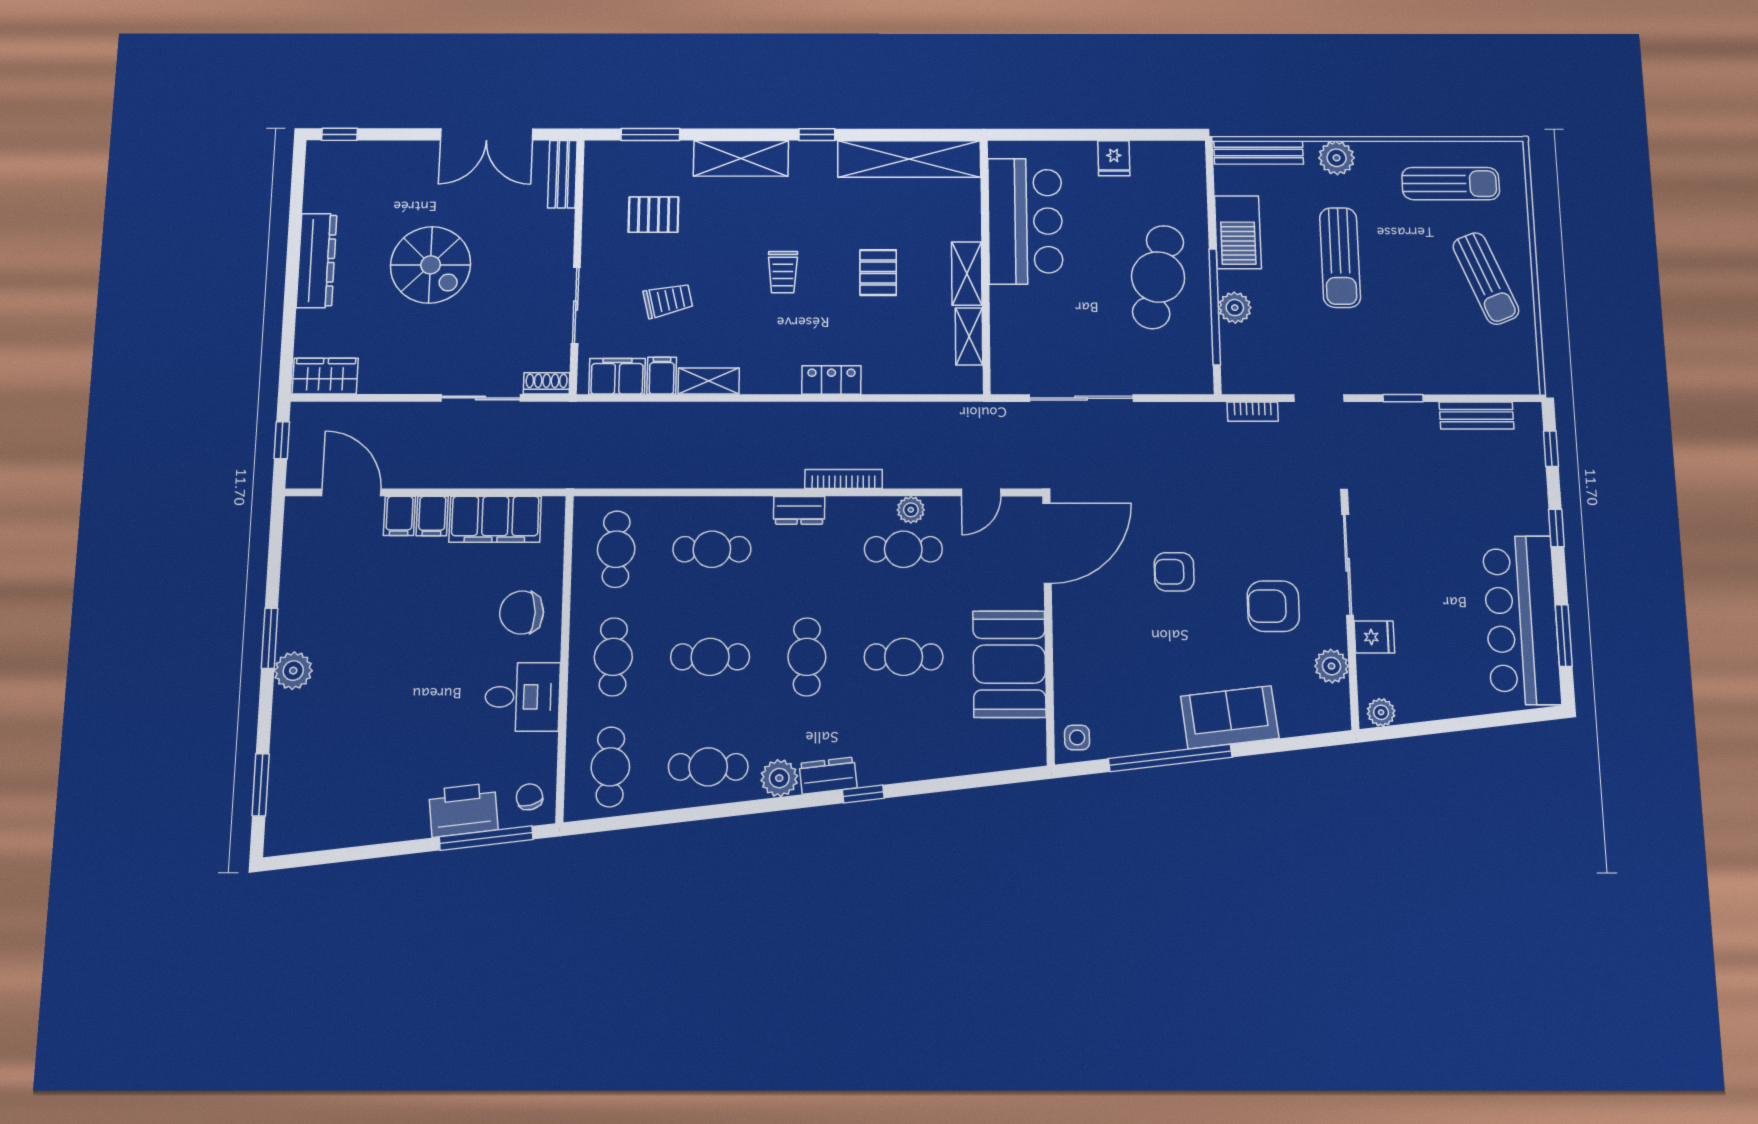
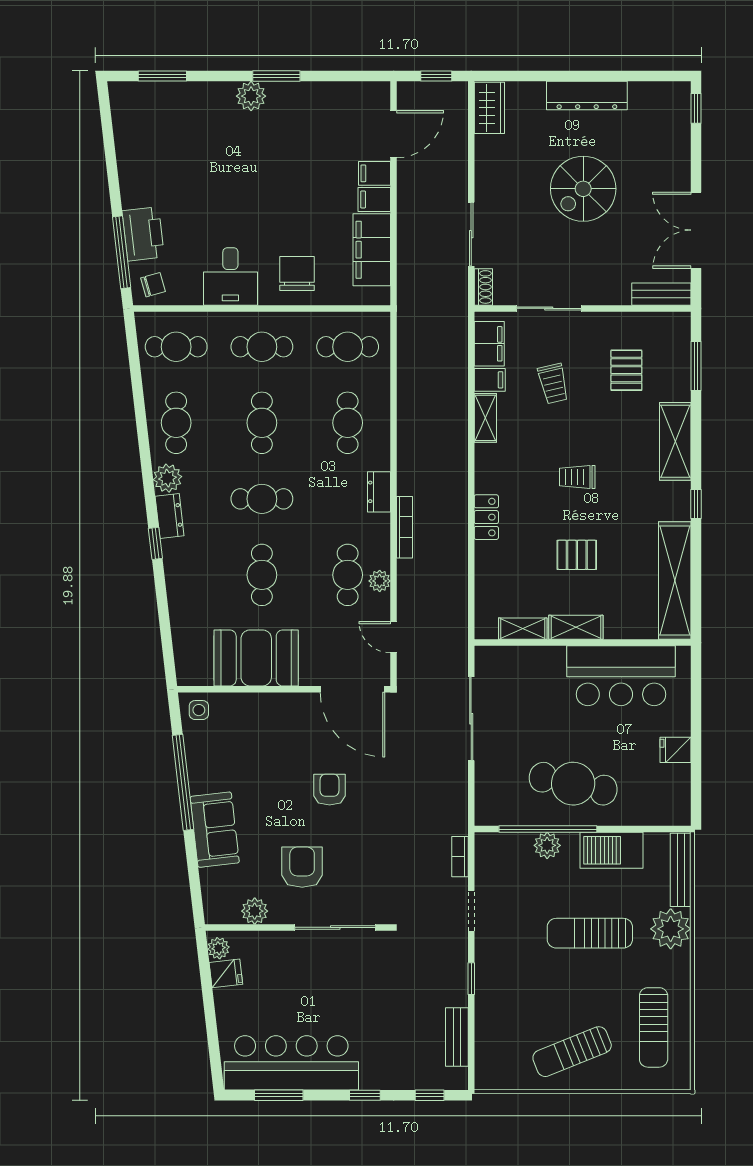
plant: (1337, 158) -> (671, 929), width x1.36, depth x1.36
fridge: (1374, 637) -> (226, 973), moved, turned -97

